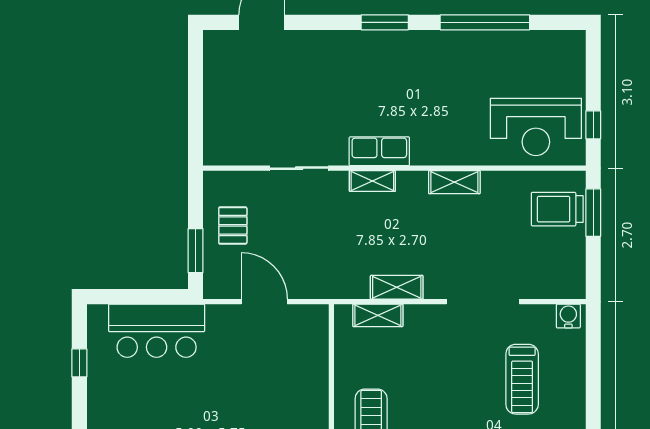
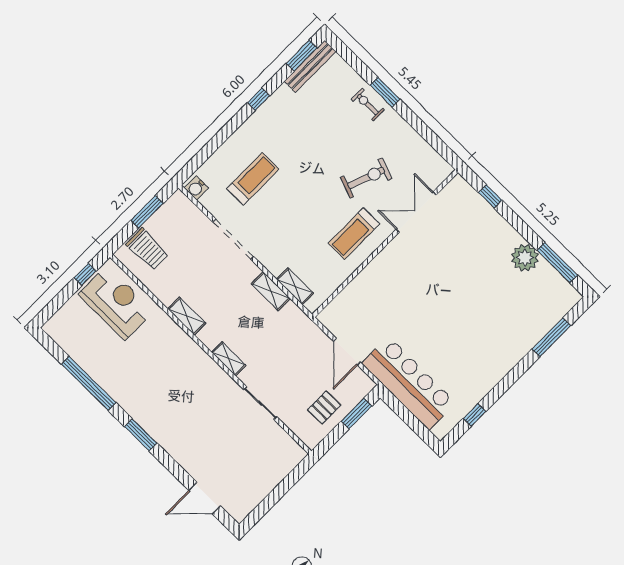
row of seats: (379, 151) -> (210, 371), removed
window: (593, 213) -> (147, 212), moved
bar counter: (157, 331) -> (409, 383), width x1.36

